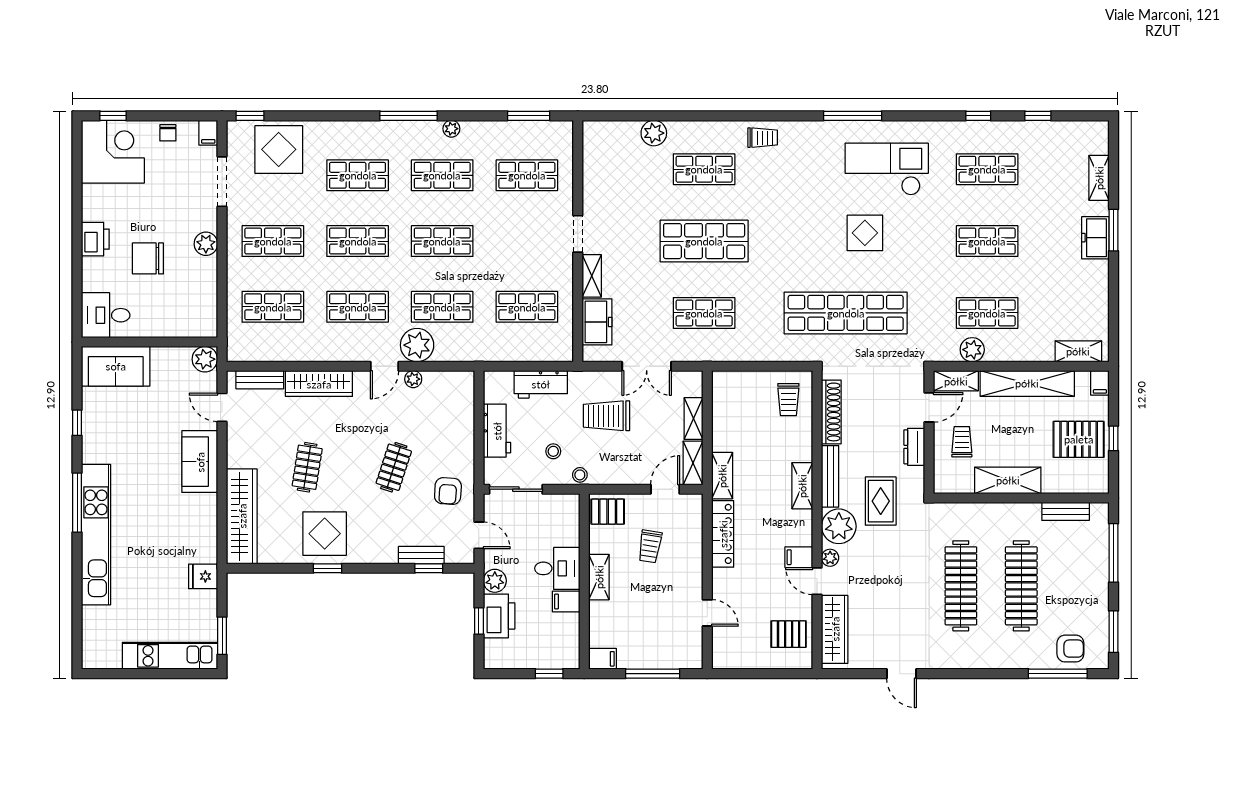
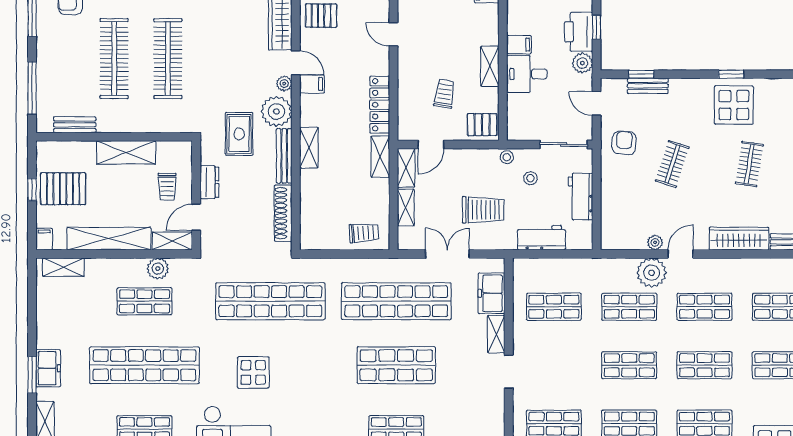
shop shelf: (987, 241) -> (144, 365), width x2.00, depth x1.36
shop shelf: (704, 313) -> (396, 301), width x2.00, depth x1.36
trolley: (788, 400) -> (364, 233), moved, turned 86

